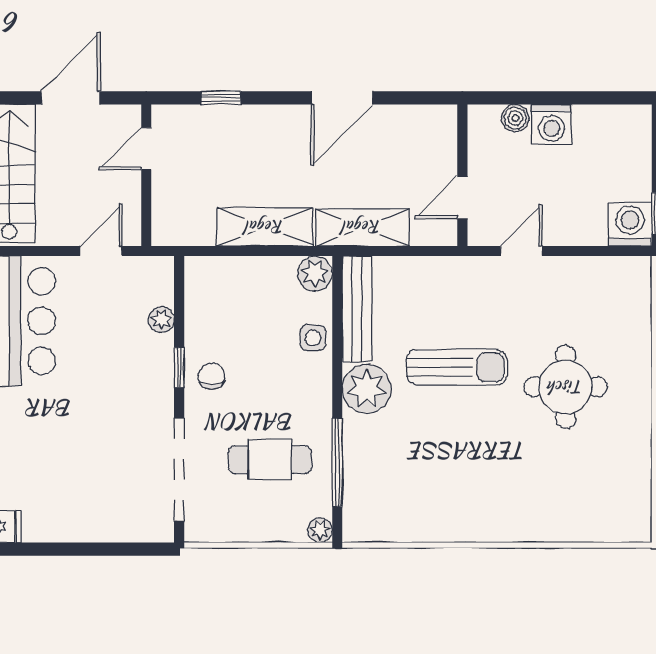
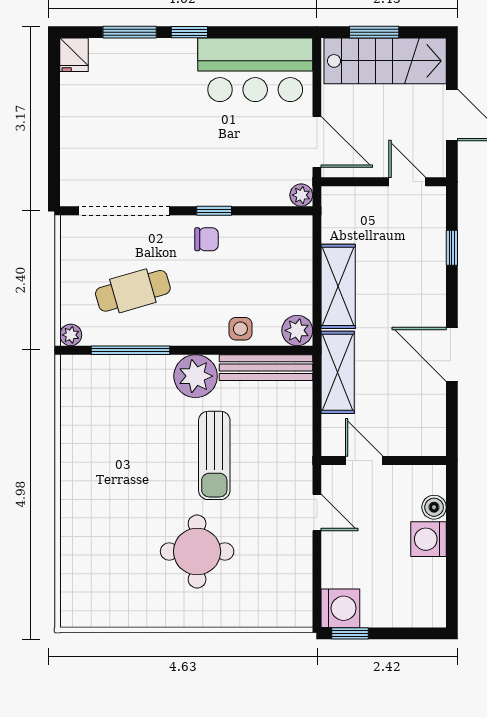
door: (101, 251) -> (317, 142), width x1.38
plant: (161, 320) -> (301, 195), moved
cafe table: (270, 460) -> (133, 291), turned 74

